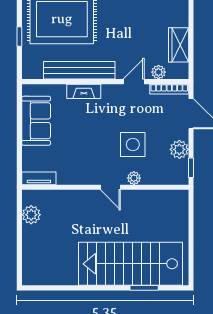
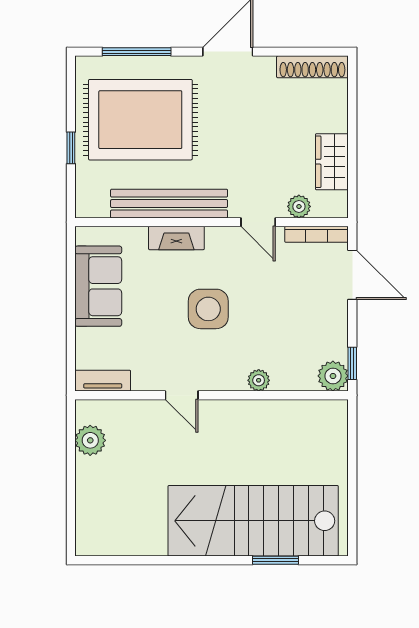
door: (134, 82) -> (258, 222), swing flipped
side table: (133, 144) -> (208, 309), moved
plant: (179, 149) -> (333, 376), moved
door: (110, 187) -> (182, 395), moved

